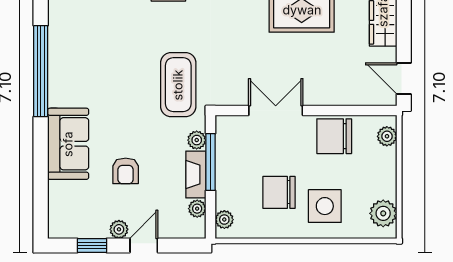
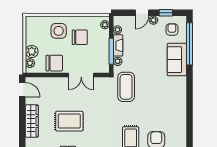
window: (41, 71) -> (190, 44), moved
armchair: (126, 171) -> (172, 29), moved
plant: (383, 213) -> (32, 51), moved

